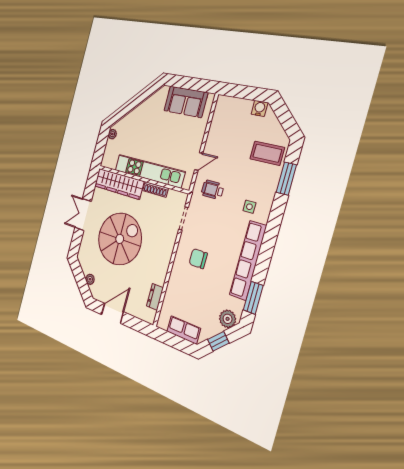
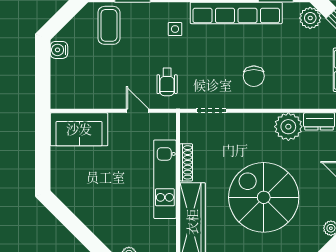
sofa: (186, 102) -> (79, 129), moved, turned 90
kitchen unit: (149, 171) -> (165, 179), width x0.73
plant: (158, 273) -> (288, 127), added

